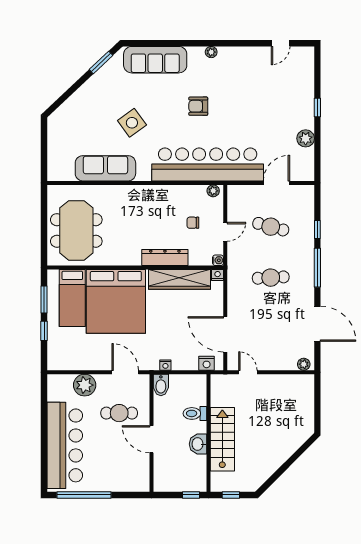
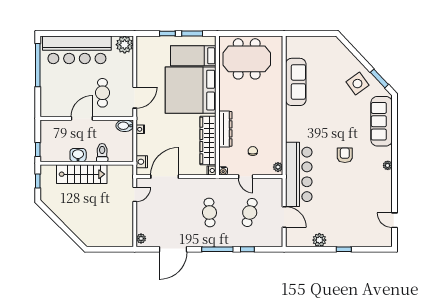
side table: (132, 123) -> (357, 84), moved
bar counter: (208, 164) -> (299, 174), width x0.73
plant: (85, 385) -> (125, 45), moved

